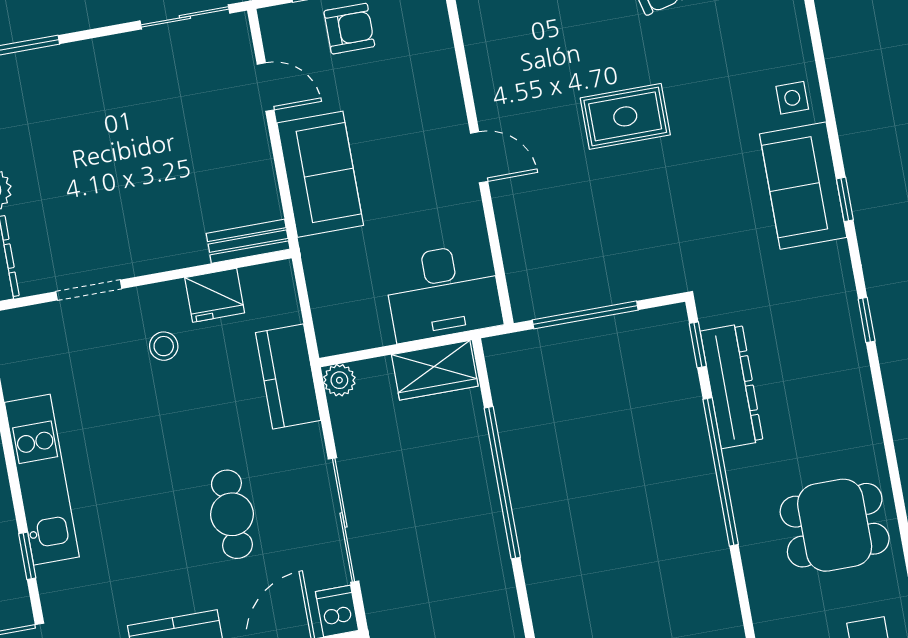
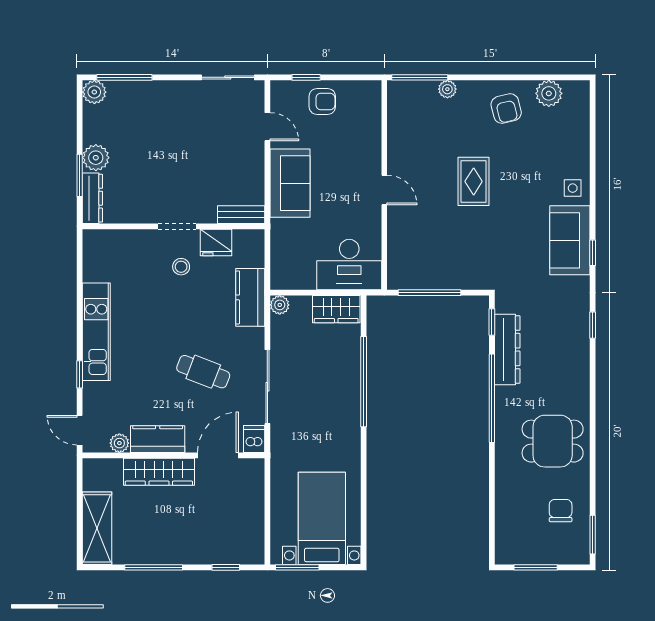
rug: (625, 116) -> (474, 181), turned 90
doorway: (89, 290) -> (177, 226), moved
cafe table: (232, 514) -> (203, 372), turned -69

